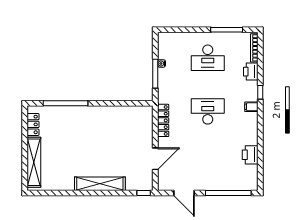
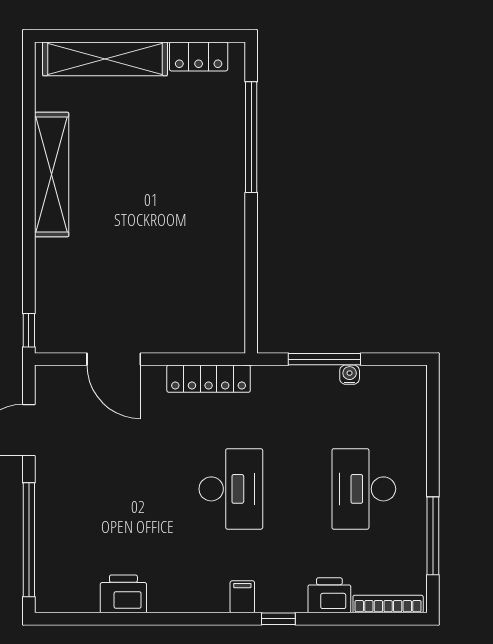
shelving: (100, 184) -> (52, 174), moved

